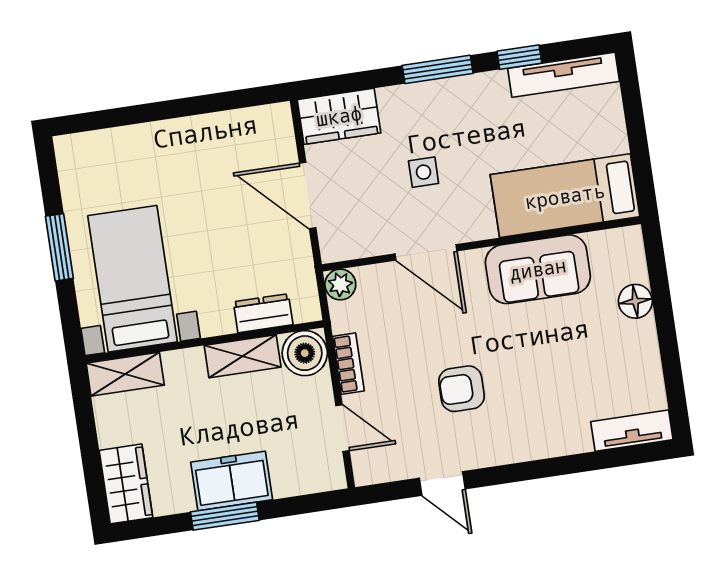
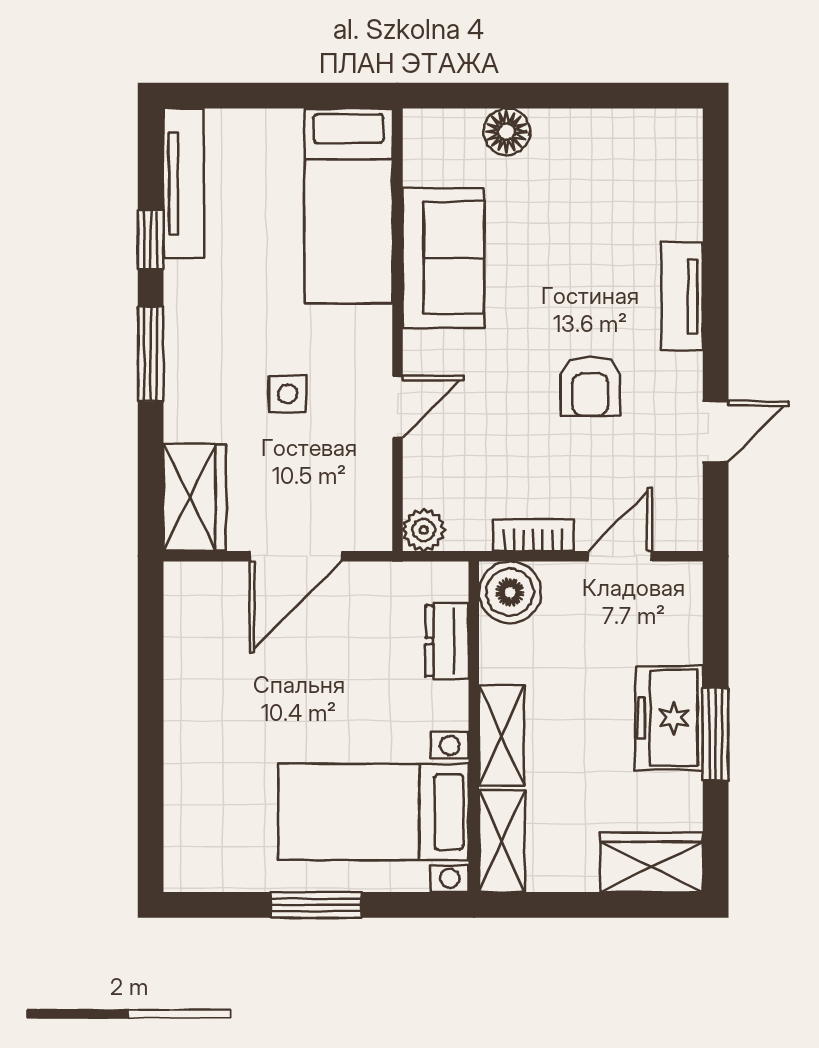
door: (426, 252) -> (397, 407), width x0.73
shelving: (243, 356) -> (501, 736), moved
tv unit: (632, 431) -> (682, 296), moved

